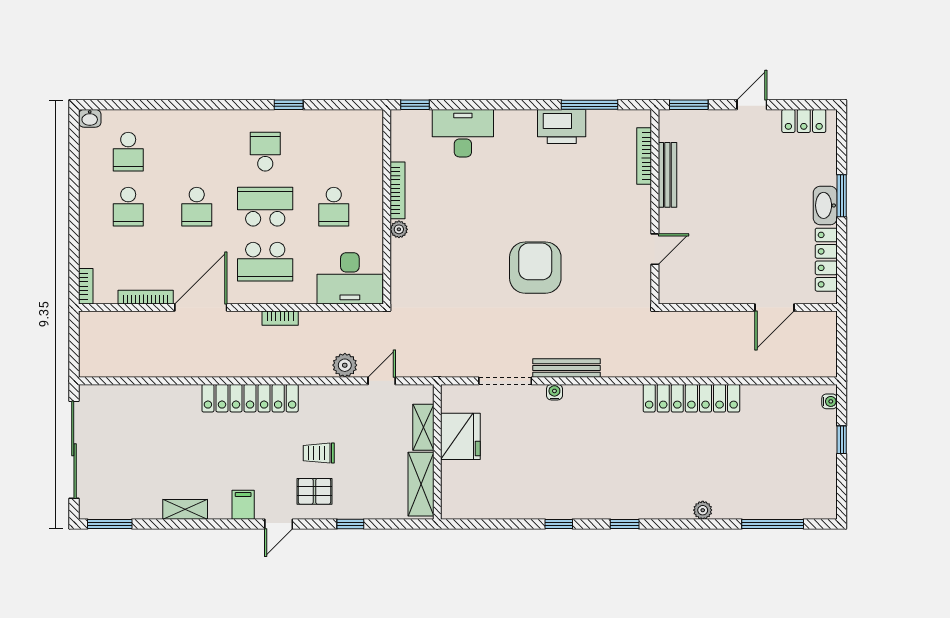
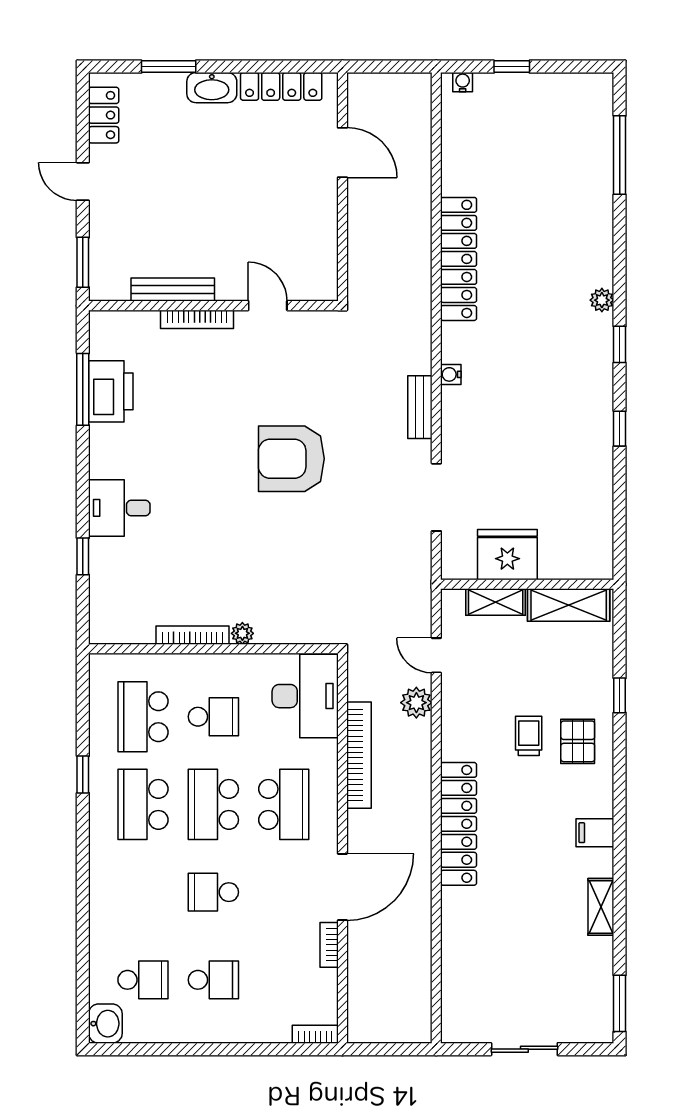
window: (415, 105) -> (83, 556), moved
washbasin: (90, 118) -> (105, 1024), width x1.38, depth x1.45
printer: (562, 126) -> (111, 391), moved
desk: (463, 133) -> (119, 508), moved, width x0.73
school desk: (265, 152) -> (143, 804), width x1.85
school desk: (334, 152) -> (143, 717), added
bookcase: (644, 156) -> (197, 319), moved
window: (842, 196) -> (169, 67), moved
school desk: (197, 207) -> (213, 892), turned 180
bookcase: (146, 297) -> (329, 945), width x0.64
door: (201, 307) -> (342, 887), swing flipped
bookcase: (280, 318) -> (359, 755), width x2.31, depth x1.31
bench: (567, 368) -> (420, 407), width x0.73
water cooler: (554, 392) -> (451, 374), moved
sliding door: (74, 450) -> (524, 1049), width x0.54
trolley: (319, 453) -> (529, 736), turned 180
plant: (703, 510) -> (602, 300), moved
door: (279, 524) -> (620, 787), removed

